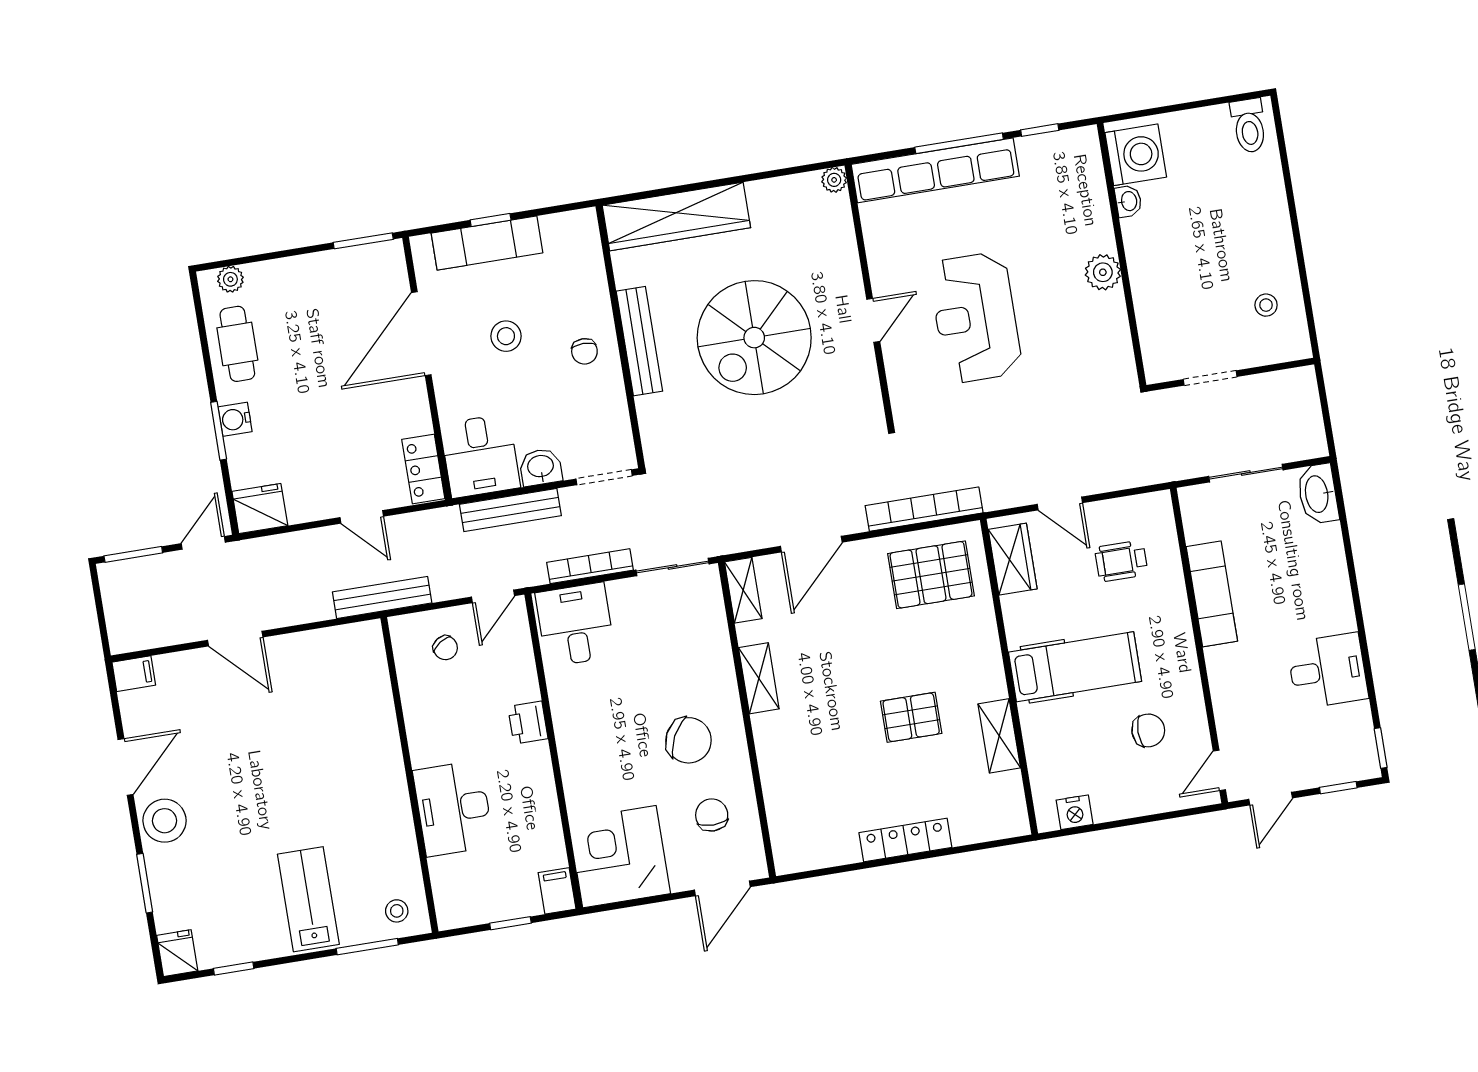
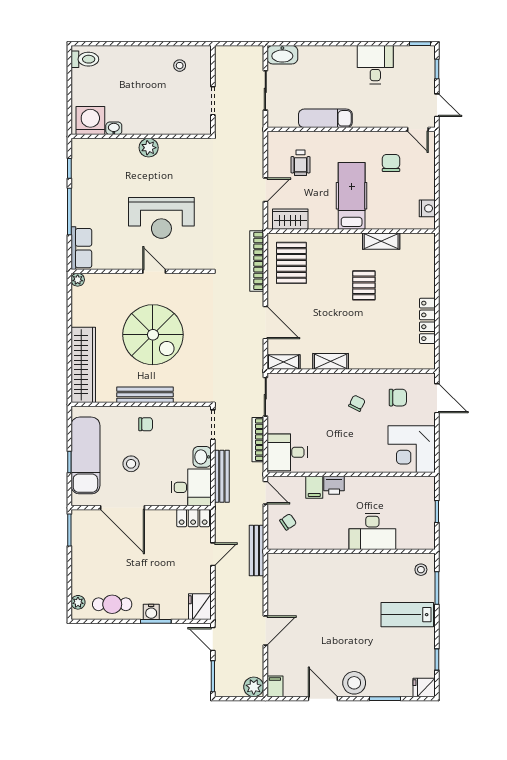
row of seats: (935, 170) -> (81, 248), width x0.50
exam couch: (487, 243) -> (85, 455), width x1.36, depth x1.45
plant: (126, 634) -> (254, 687), added
chair: (689, 740) -> (357, 403), width x0.54, depth x0.54
chair: (712, 815) -> (398, 398), turned 180
locker: (905, 840) -> (427, 321), moved
filing cabinet: (557, 891) -> (314, 487), moved, turned -90

